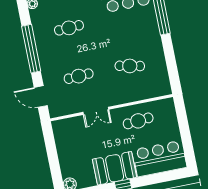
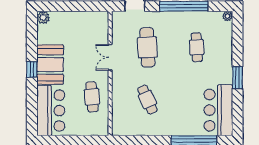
cafe table: (130, 66) -> (147, 99), turned -36
cafe table: (79, 76) -> (147, 47), width x1.37, depth x1.35

